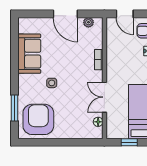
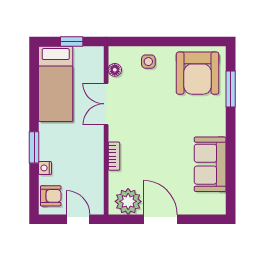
plant: (88, 22) -> (128, 201), width x1.87, depth x1.87
side table: (52, 83) -> (148, 62), moved
double door: (104, 97) -> (106, 104), swing flipped

